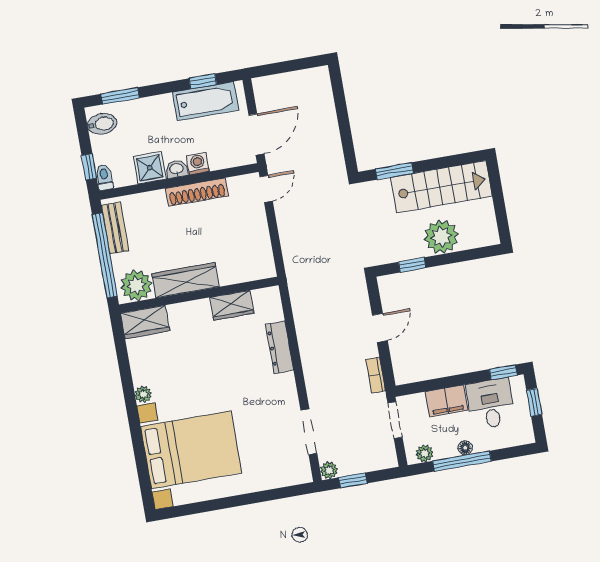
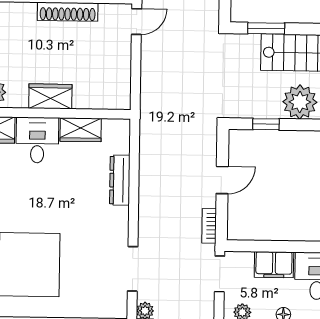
wardrobe: (185, 280) -> (50, 96), width x0.67
desk: (191, 324) -> (37, 140), added

